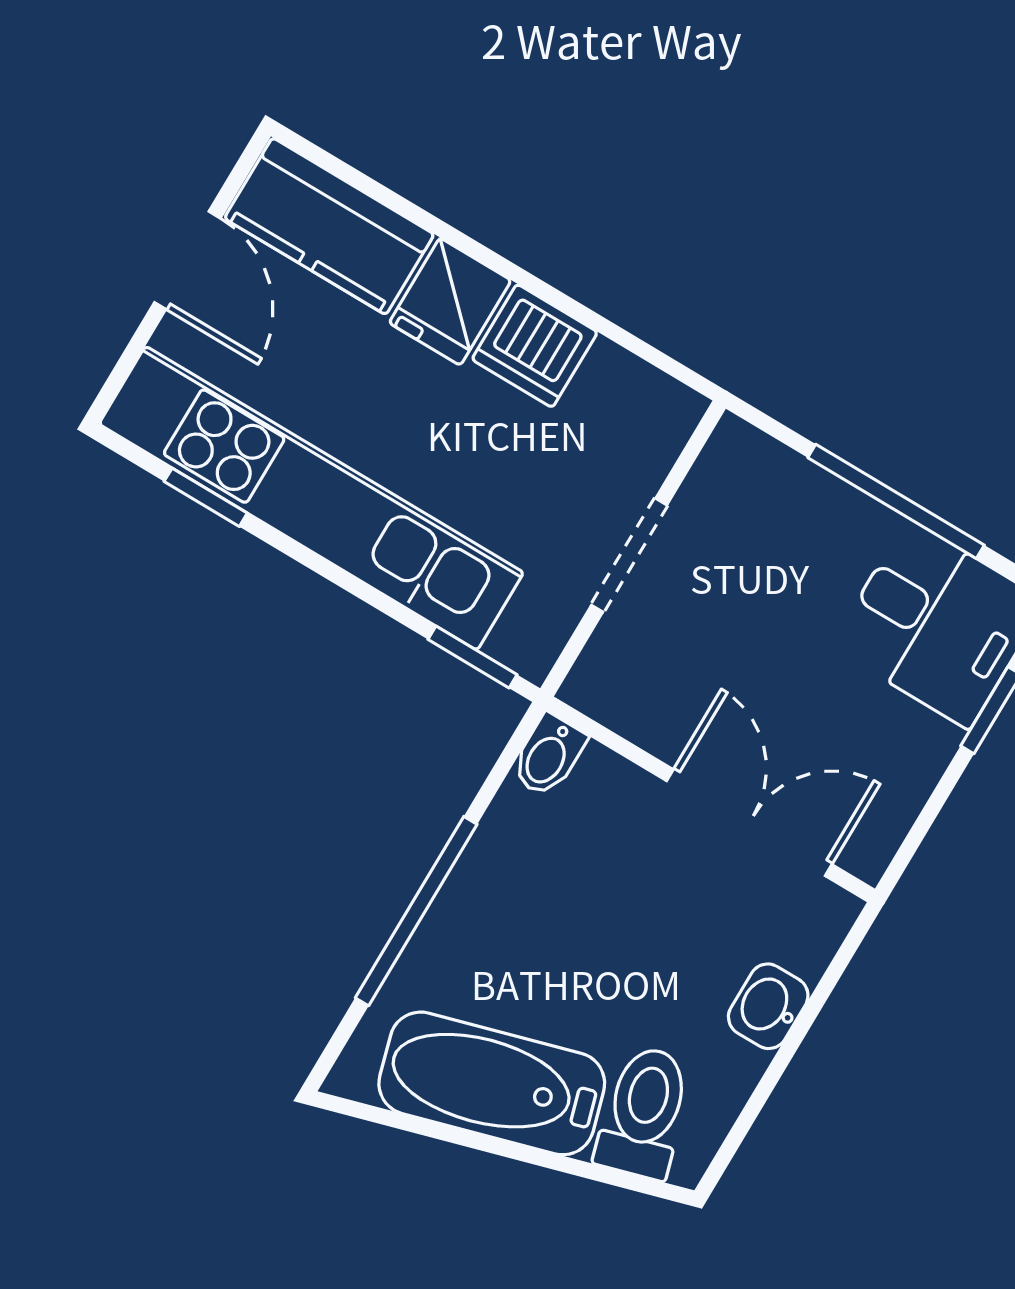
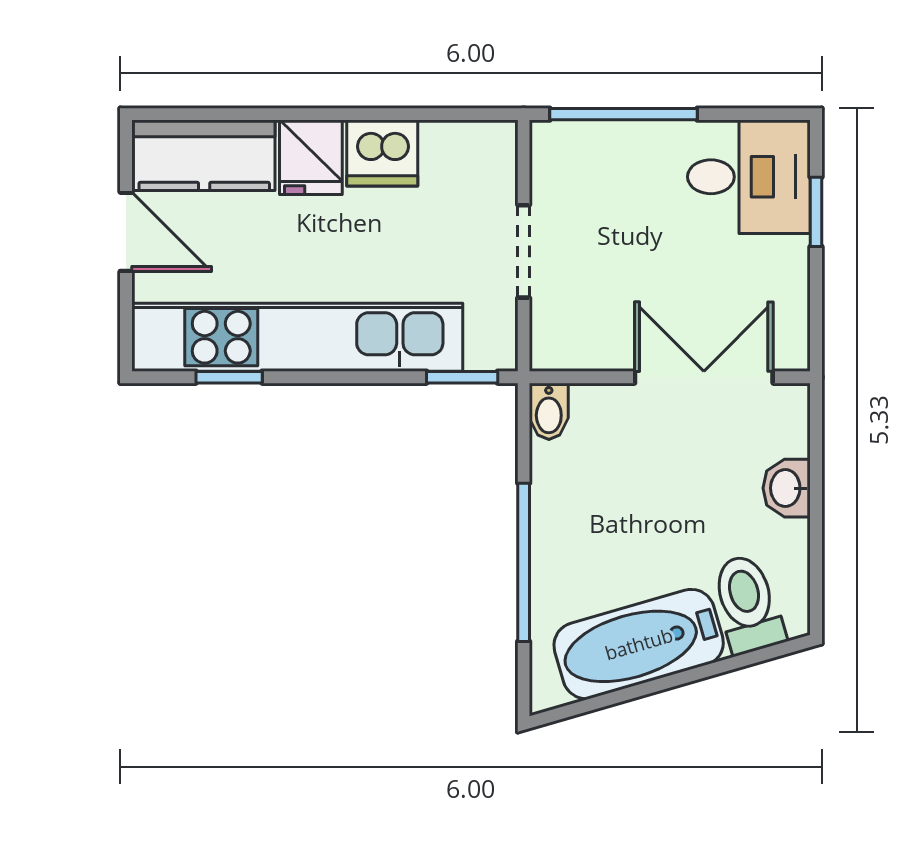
window: (896, 501) -> (624, 114), moved

